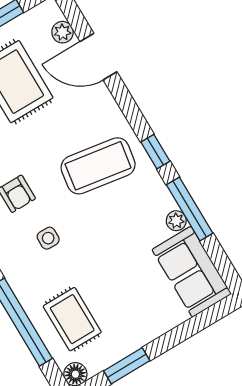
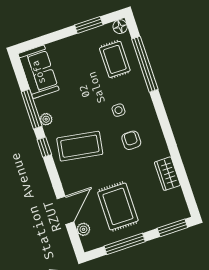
door: (99, 57) -> (65, 210), hinge flipped
plant: (176, 221) -> (46, 119), moved

